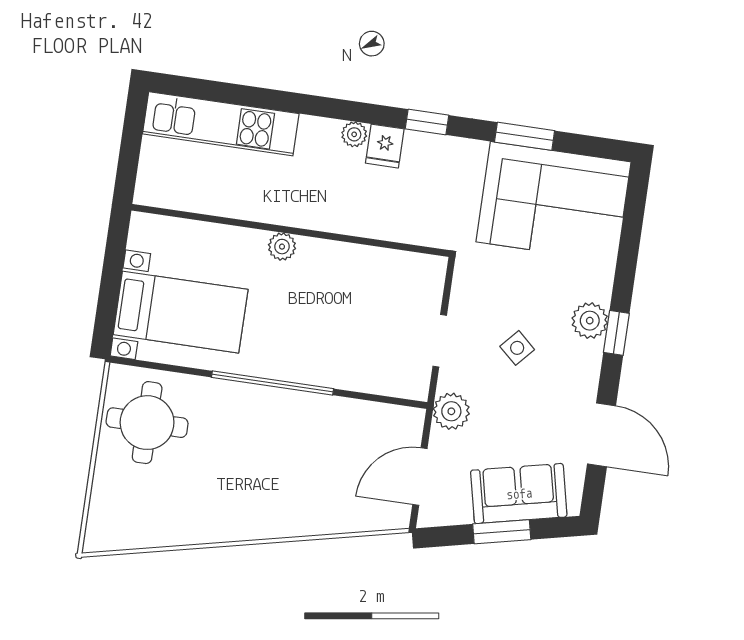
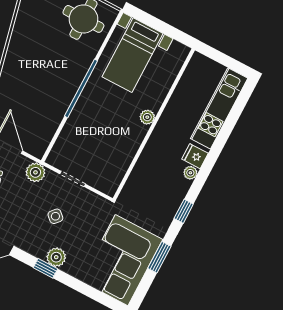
fridge: (385, 146) -> (195, 156), moved

